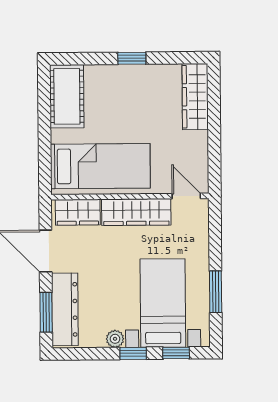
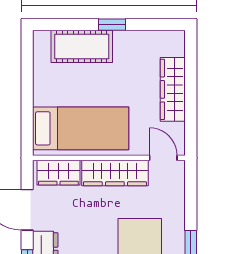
cot: (67, 96) -> (82, 46), moved, turned 90
wardrobe: (195, 97) -> (173, 89), moved

